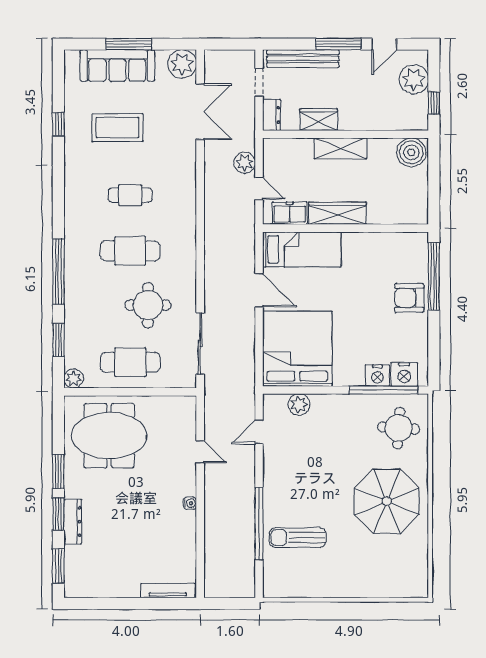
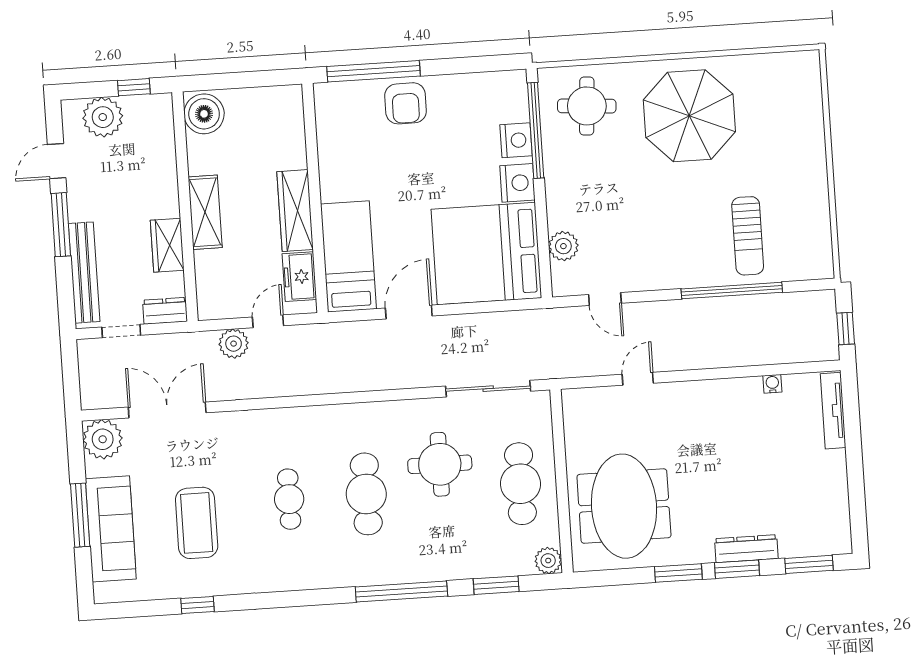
door: (384, 44) -> (57, 161), swing flipped
nightstand: (404, 374) -> (517, 183), moved
water cooler: (190, 503) -> (772, 384), moved
window: (226, 604) -> (846, 329), added

